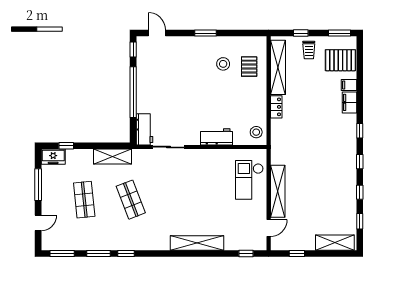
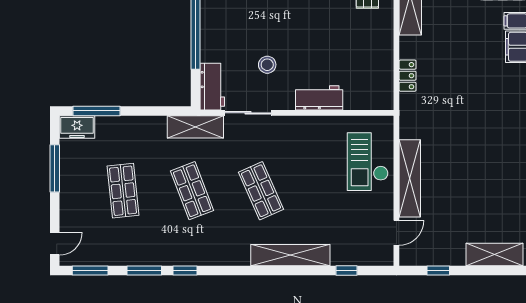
locker: (276, 107) -> (408, 76), moved
stool: (256, 132) -> (267, 65), moved
window: (66, 146) -> (97, 111), width x2.17
shelving: (113, 157) -> (195, 127), moved
shop shelf: (177, 200) -> (261, 191), added
door: (38, 223) -> (55, 244), moved
window: (246, 253) -> (346, 271), moved

